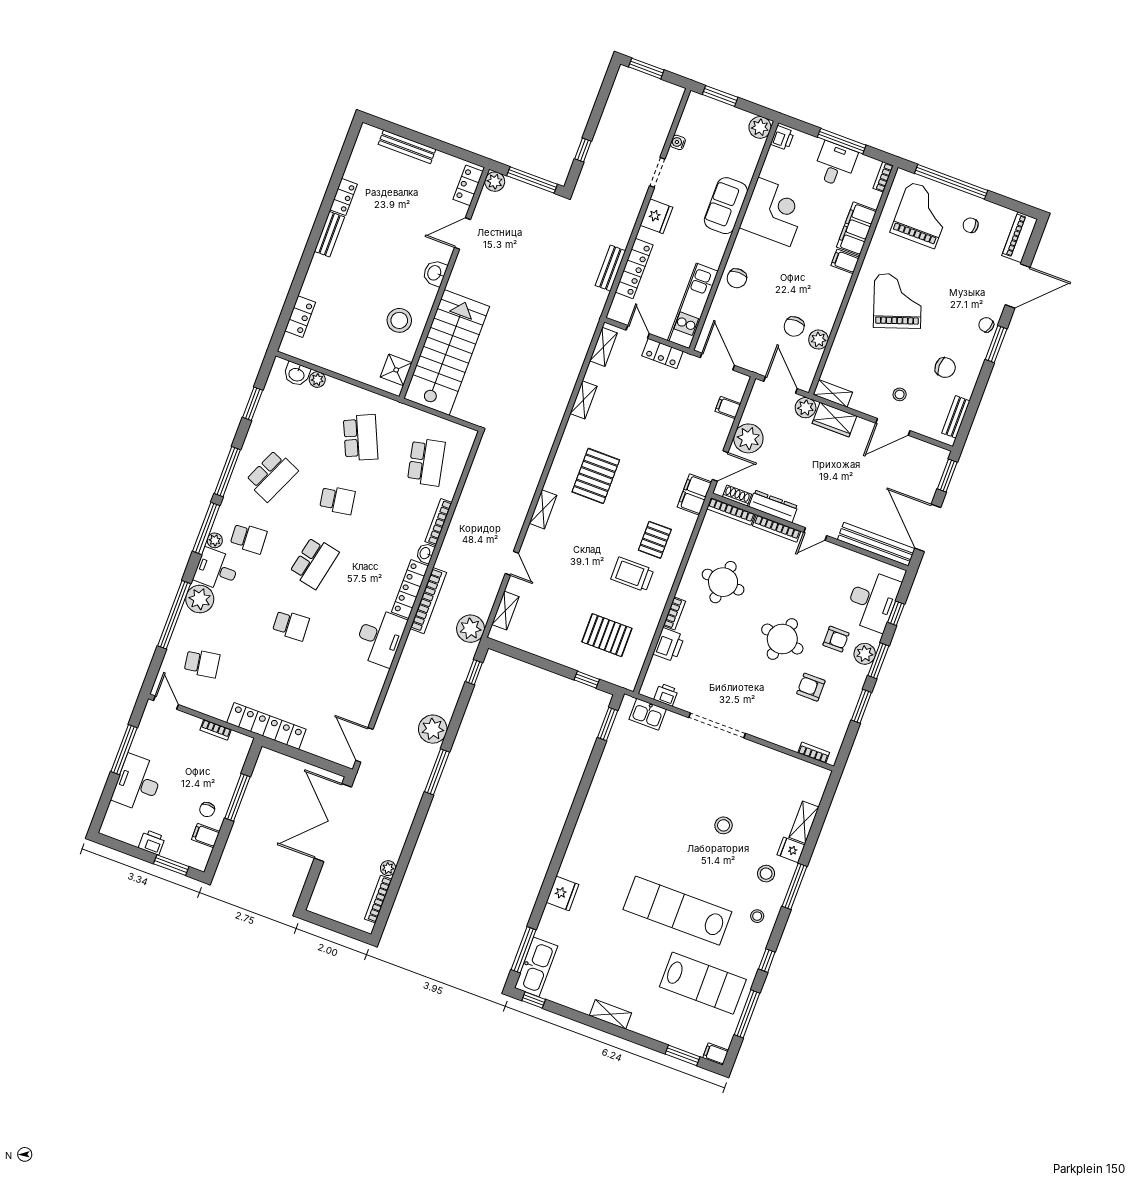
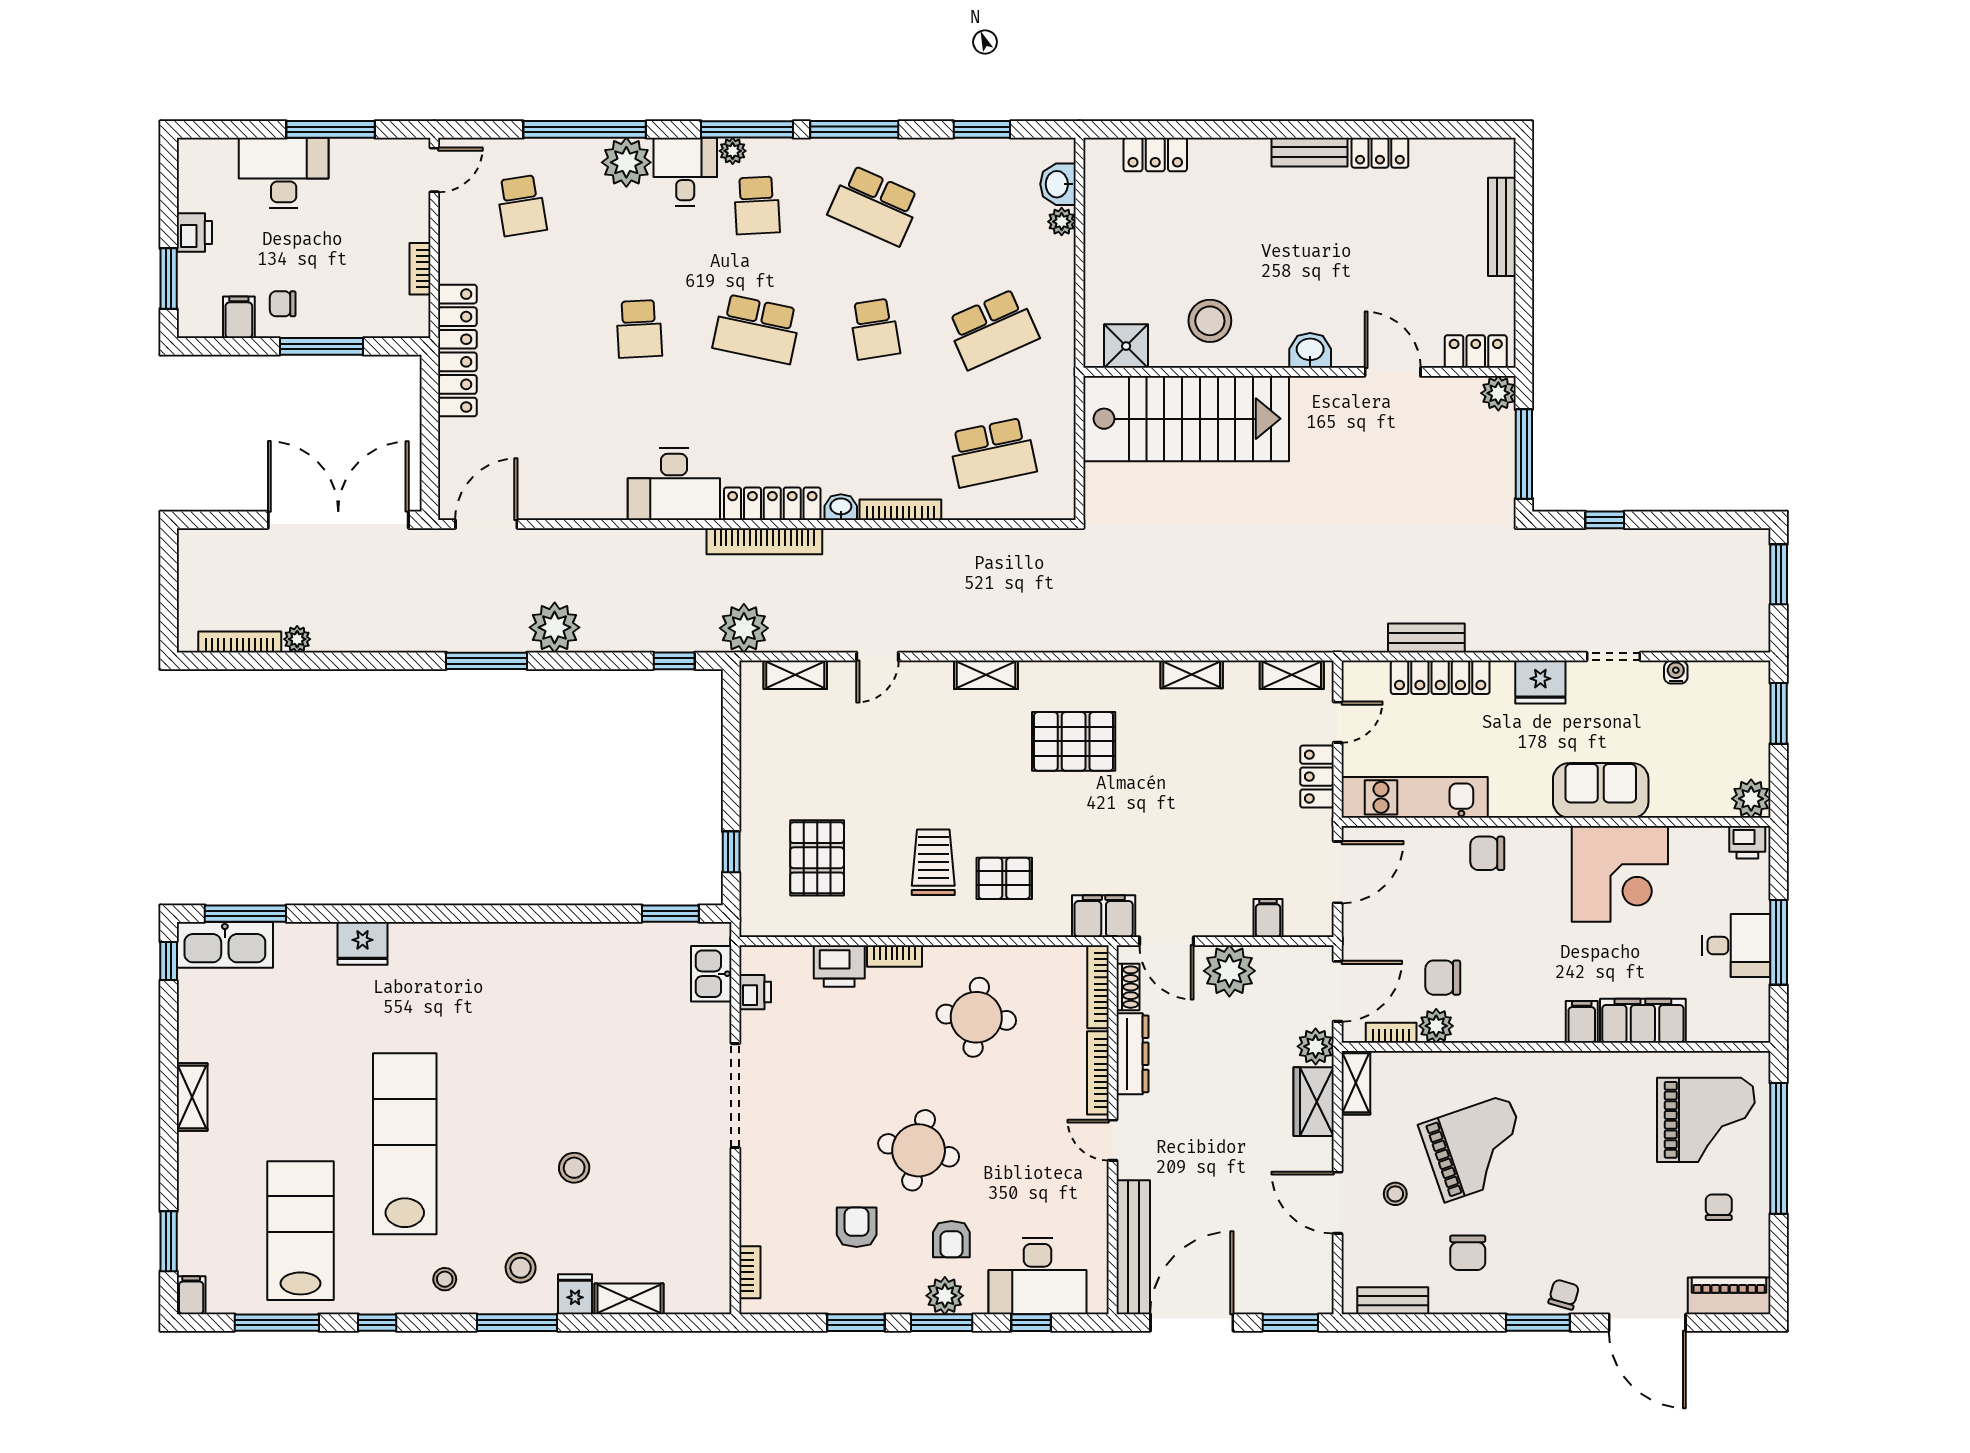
bookcase: (883, 177) -> (1391, 1033), moved
grand piano: (898, 301) -> (1476, 1148), moved
lab bench: (703, 983) -> (300, 1231), turned 180

